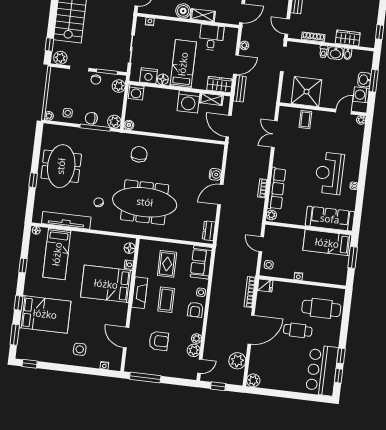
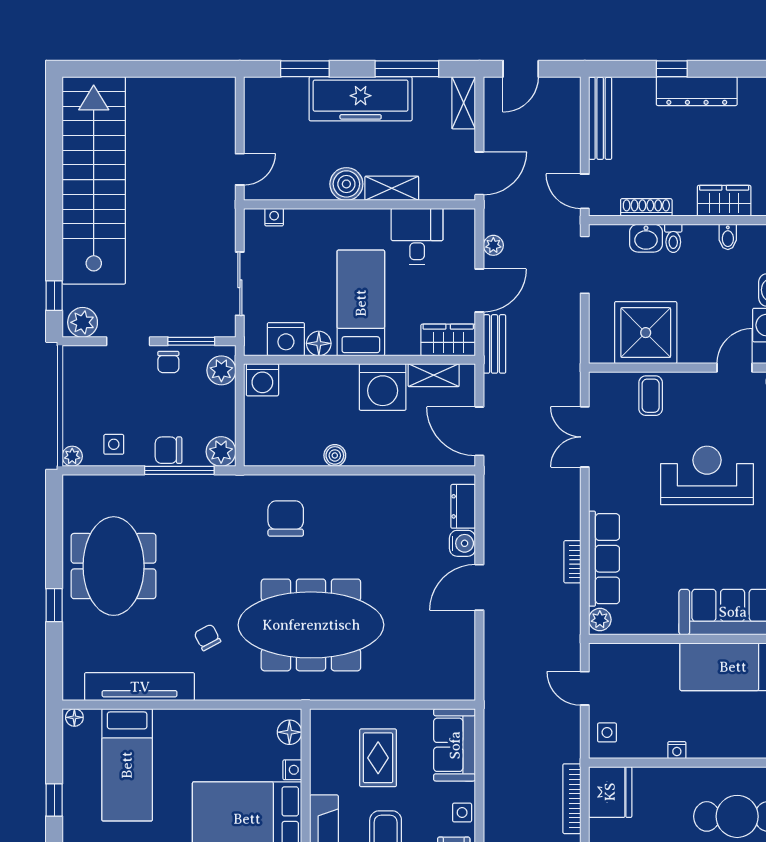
washbasin: (335, 53) -> (646, 238), moved
boiler: (129, 125) -> (335, 455), moved
reception desk: (329, 173) -> (707, 475), moved, turned 90
dresser: (209, 231) -> (463, 506), moved
fridge: (265, 286) -> (610, 792), width x1.88, depth x1.34

